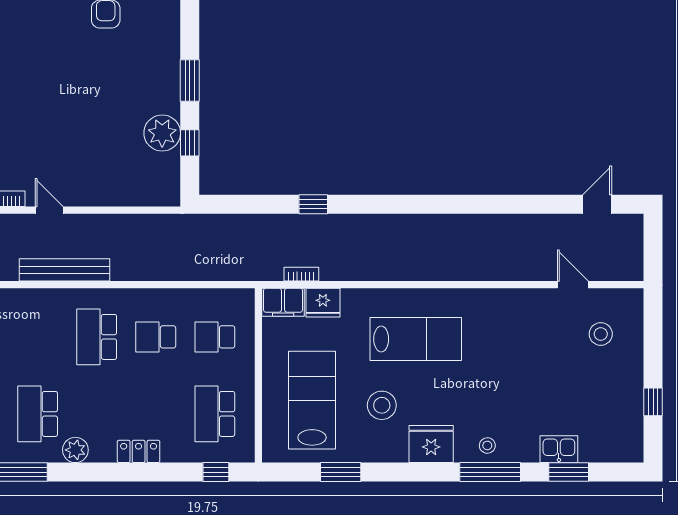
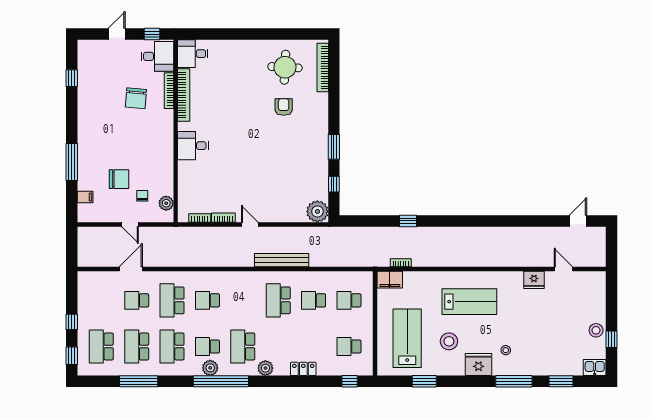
plant: (162, 133) -> (317, 211), moved
bench: (65, 270) -> (282, 260), moved
fridge: (323, 303) -> (534, 280), moved
stool: (601, 334) -> (596, 330), moved
school desk: (215, 414) -> (349, 346), width x0.54
stool: (487, 445) -> (506, 350), moved
kitchen sink: (559, 449) -> (595, 368), moved

